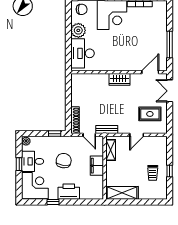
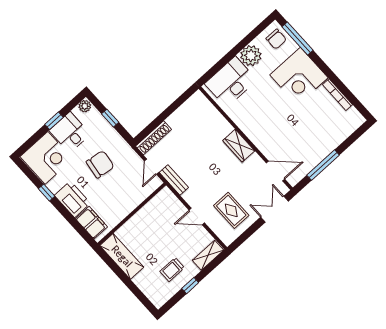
window: (55, 134) -> (110, 118), moved
shelving: (111, 150) -> (208, 255), moved
filing cabinet: (97, 166) -> (91, 223), moved, turned 90

